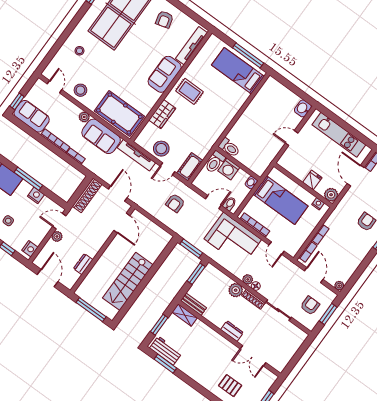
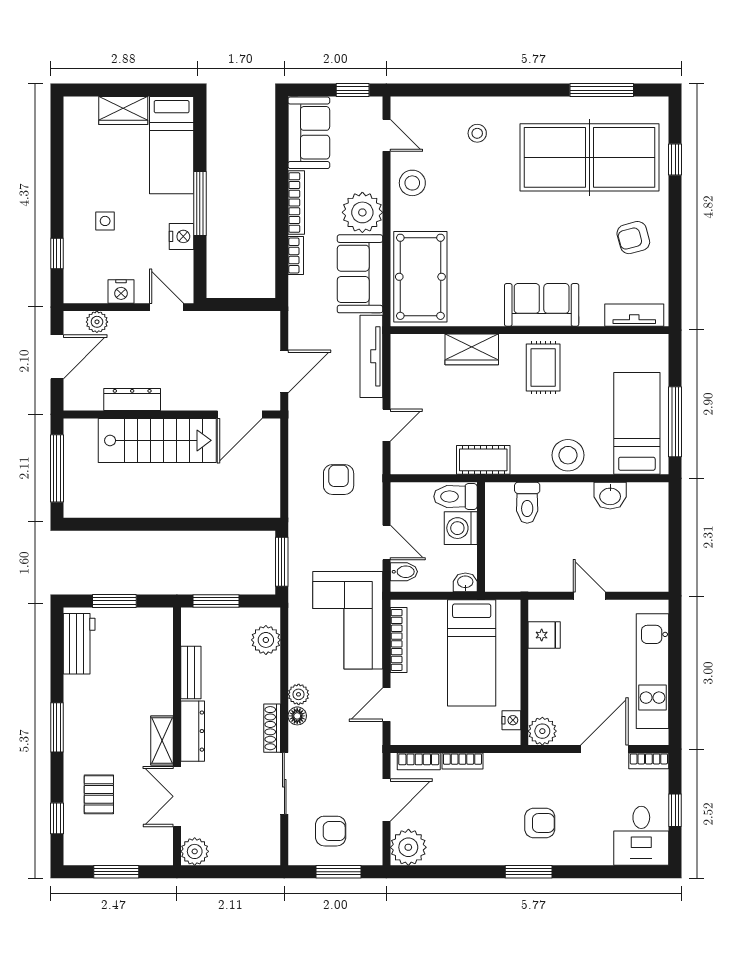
tv unit: (191, 46) -> (634, 315), width x0.71
door: (55, 87) -> (386, 135), hinge flipped
window: (17, 101) -> (353, 90), moved
washbasin: (303, 108) -> (610, 496), moved, turned 180
plant: (84, 117) -> (362, 212), width x1.88, depth x1.88
toilet: (229, 148) -> (527, 503), moved
stool: (161, 149) -> (568, 455), moved
cot: (190, 167) -> (483, 460), moved
door: (168, 169) -> (386, 425), swing flipped
fridge: (312, 180) -> (544, 635), moved
shoe rack: (87, 195) -> (244, 322), removed
armchair: (175, 203) -> (339, 480), turned 90
plant: (57, 236) -> (97, 322), moved
nightstand: (30, 249) -> (121, 291), moved
dresser: (83, 264) -> (132, 400), width x1.44
window: (196, 274) -> (216, 601), moved
stairs: (128, 281) -> (157, 440), moved, turned 180
plant: (339, 286) -> (408, 847), width x1.87, depth x1.87
plant: (236, 290) -> (266, 640), moved
bench: (193, 304) -> (191, 672), moved
shelving: (185, 315) -> (162, 740), moved
dresser: (232, 331) -> (193, 731), width x1.44
window: (165, 364) -> (57, 727), moved
plant: (279, 364) -> (195, 851), added

